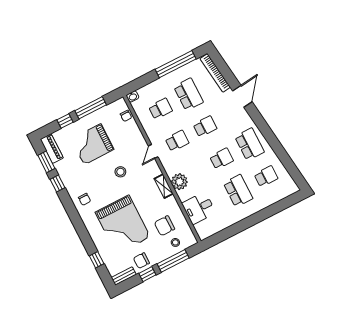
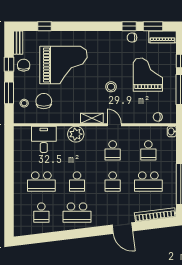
shelving: (164, 186) -> (92, 118), moved
chair: (85, 199) -> (132, 38), moved
grand piano: (123, 225) -> (64, 65), turned 180
window: (173, 261) -> (9, 93), width x0.69

